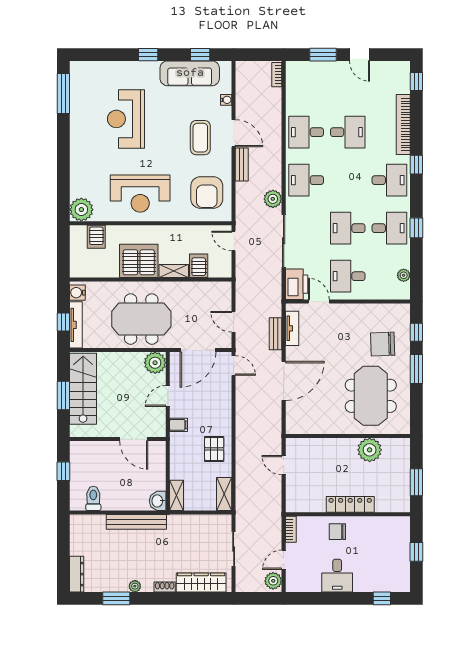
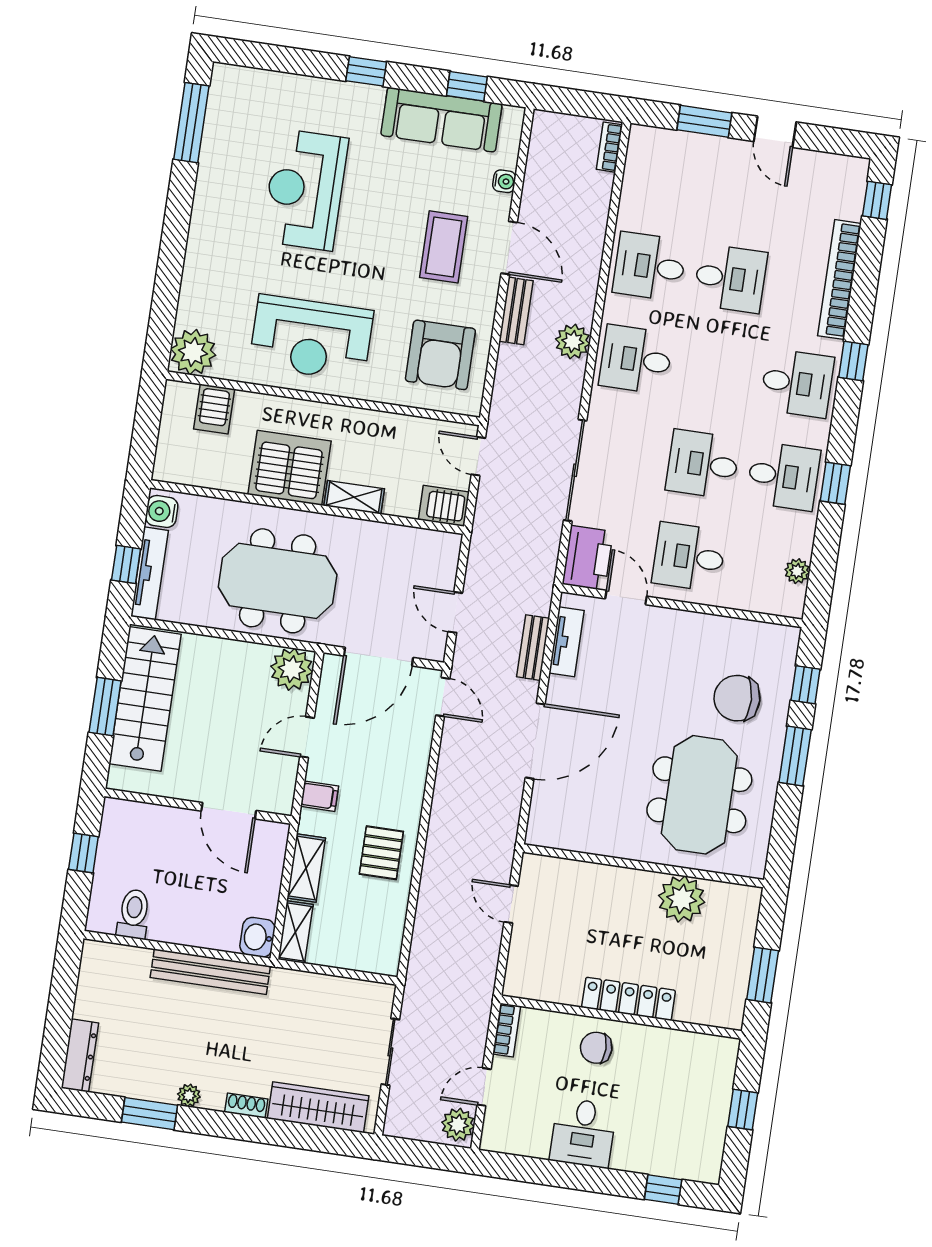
plant: (273, 199) -> (573, 342), moved
server rack: (199, 266) -> (444, 506), moved, turned -90
shelving: (224, 494) -> (306, 868), moved

